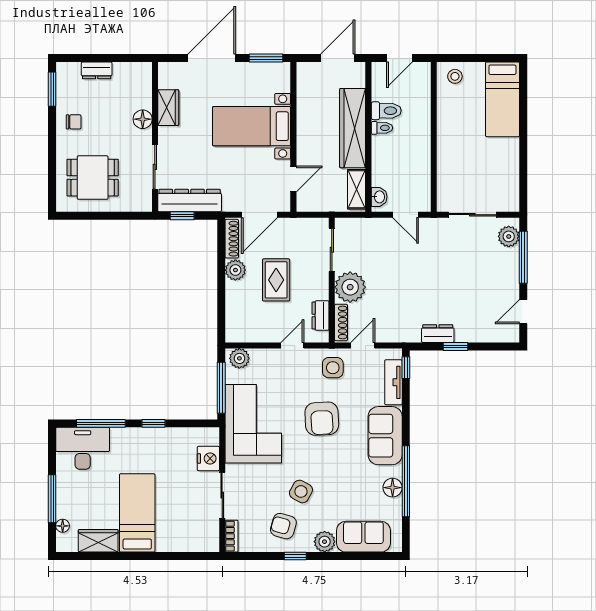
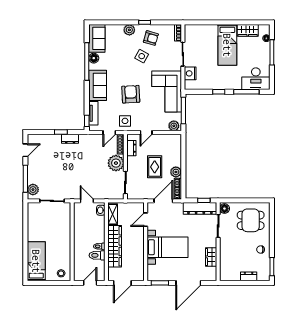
floor lamp: (143, 119) -> (224, 209), moved
sofa: (363, 537) -> (97, 38), moved, turned -90

